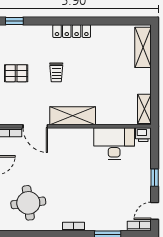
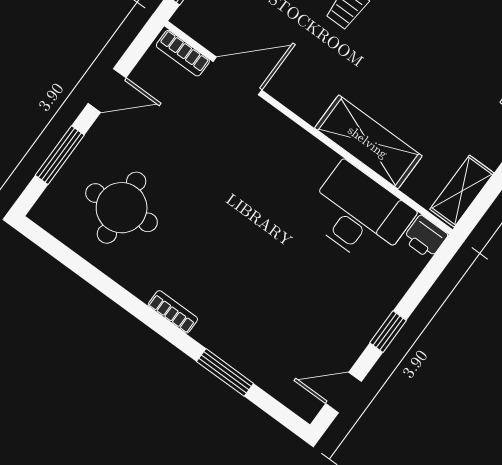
shelving: (73, 116) -> (368, 142), moved
door: (35, 126) -> (237, 76), swing flipped
bookcase: (139, 226) -> (294, 400), removed

